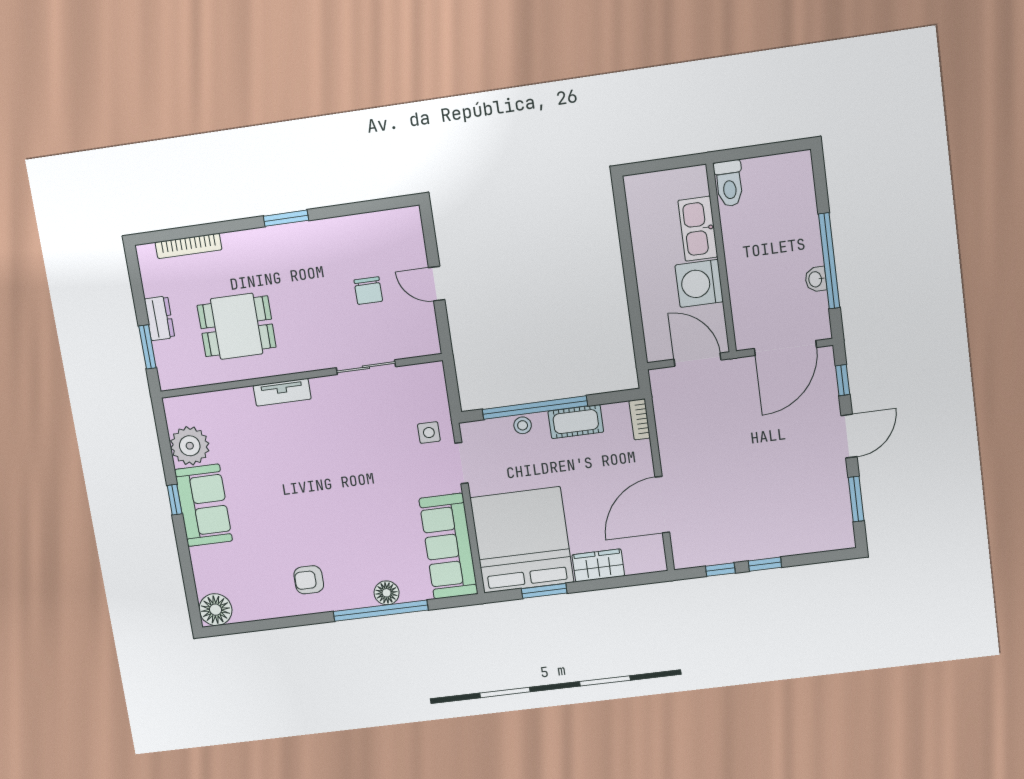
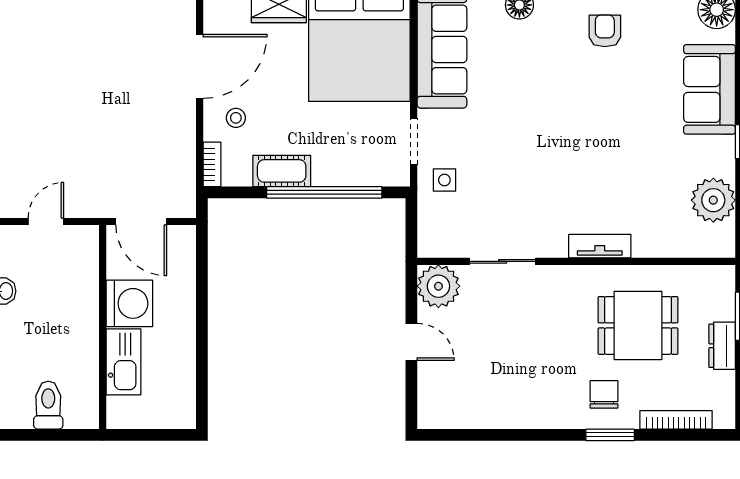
toilet: (729, 183) -> (48, 405), moved
window: (286, 218) -> (610, 435), moved
chair: (368, 291) -> (604, 394), moved
plant: (420, 337) -> (438, 286), added
door: (785, 348) -> (46, 221), width x0.53
stool: (523, 425) -> (236, 118), moved
sofa: (203, 505) -> (710, 89), moved
armchair: (309, 580) -> (605, 31), turned -90

